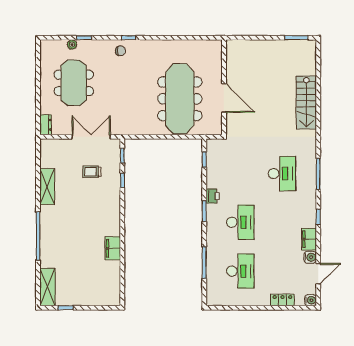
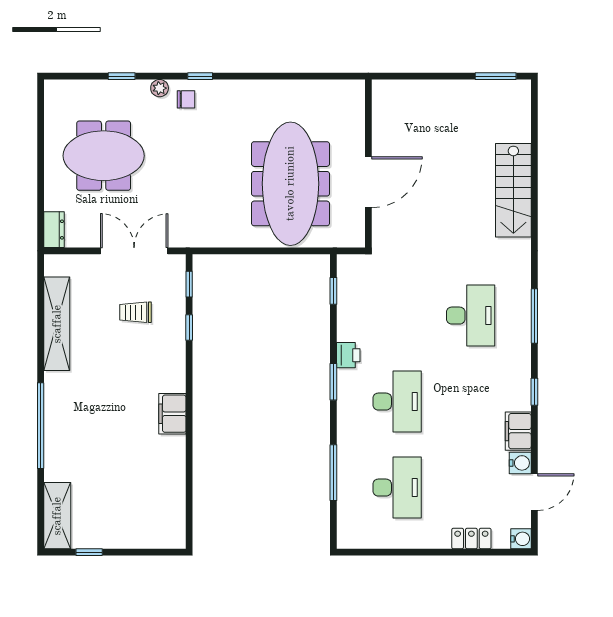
plant: (72, 45) -> (160, 88), moved
meeting table: (74, 83) -> (104, 156), turned 90
door: (224, 98) -> (368, 182), hinge flipped
shelving: (47, 187) -> (57, 324), width x1.47
filing cabinet: (113, 248) -> (172, 414), moved

